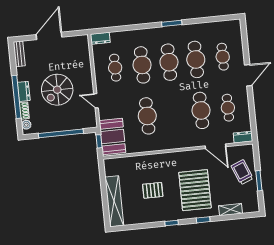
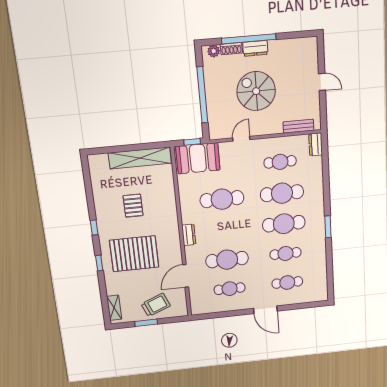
door: (49, 36) -> (322, 82), width x0.53
bench: (19, 54) -> (298, 126), moved
cafe table: (196, 59) -> (286, 253), width x0.73, depth x0.74
dresser: (243, 137) -> (189, 235), moved
shelving: (114, 201) -> (140, 158), moved
shelving: (230, 210) -> (114, 308), moved

